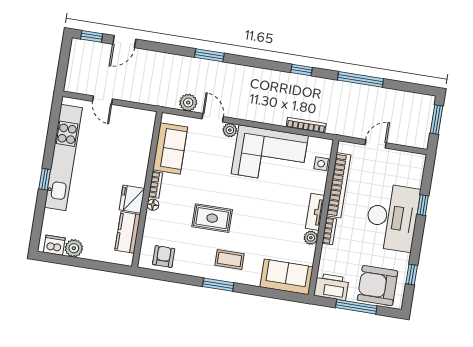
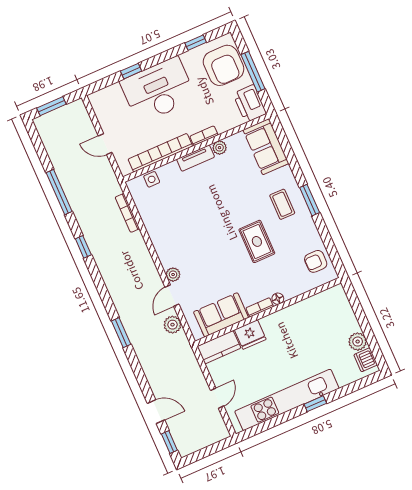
corner sofa: (270, 155) -> (172, 227), removed
fridge: (132, 199) -> (250, 335), moved
kitchen counter: (128, 232) -> (219, 347), moved

